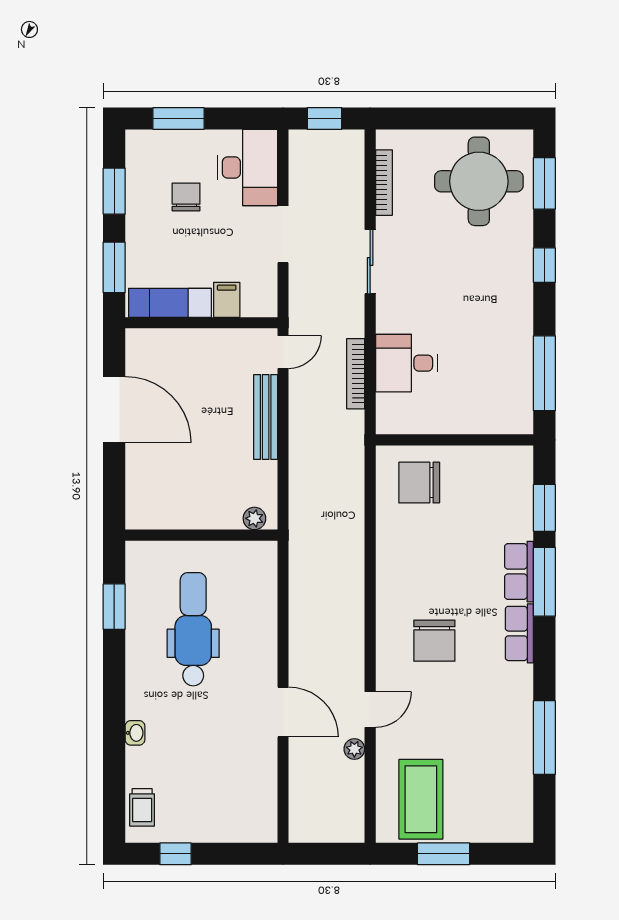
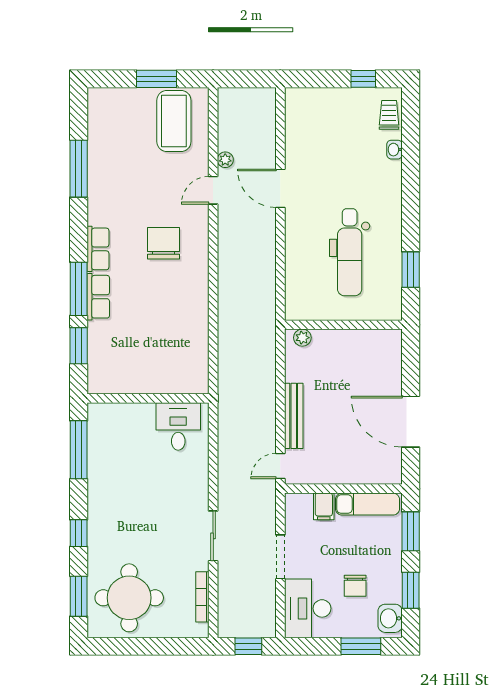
washbasin: (141, 155) -> (390, 618), added
desk: (407, 363) -> (178, 426), moved, turned -90
bookcase: (356, 374) -> (224, 449), removed
chair: (419, 483) -> (175, 365), removed
washbasin: (135, 733) -> (395, 150), moved

